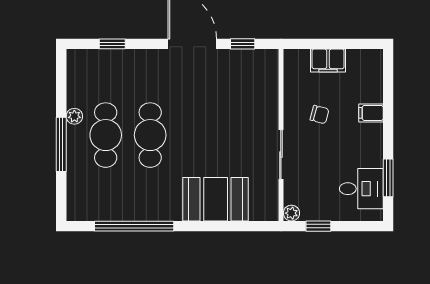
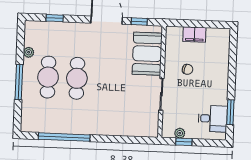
filing cabinet: (371, 113) -> (221, 70), removed
plant: (74, 116) -> (29, 52), moved
booth: (216, 199) -> (147, 54), moved, turned 90
plant: (291, 213) -> (180, 133), moved

